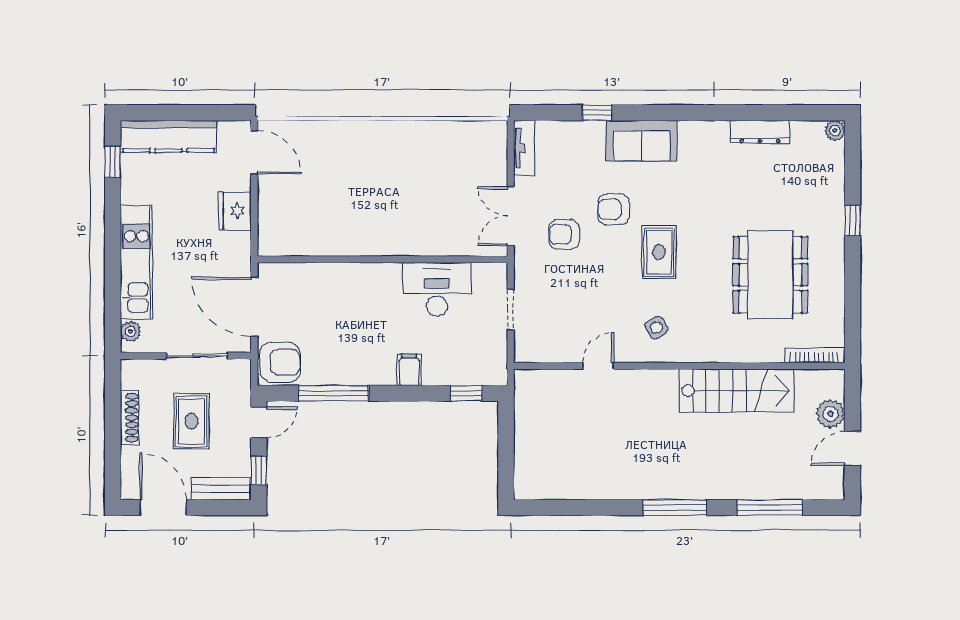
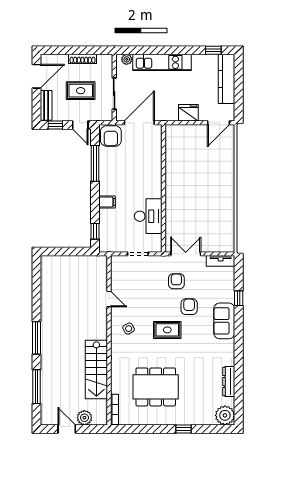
plant: (835, 130) -> (225, 415), width x1.87, depth x1.87

